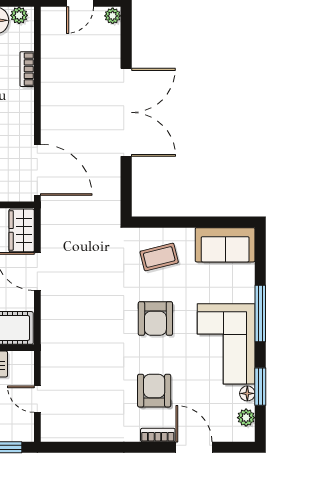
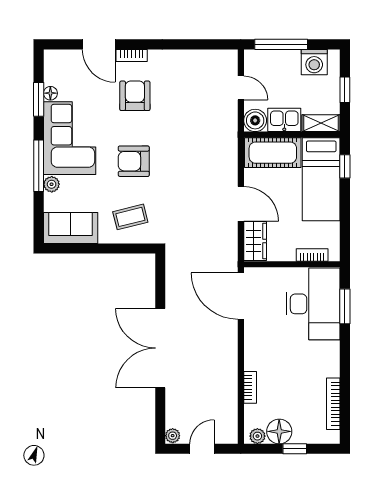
armchair: (155, 319) -> (134, 161), turned -90
boiler: (22, 363) -> (255, 120), added
armchair: (154, 391) -> (135, 96), turned 180
plant: (246, 418) -> (52, 184), moved

